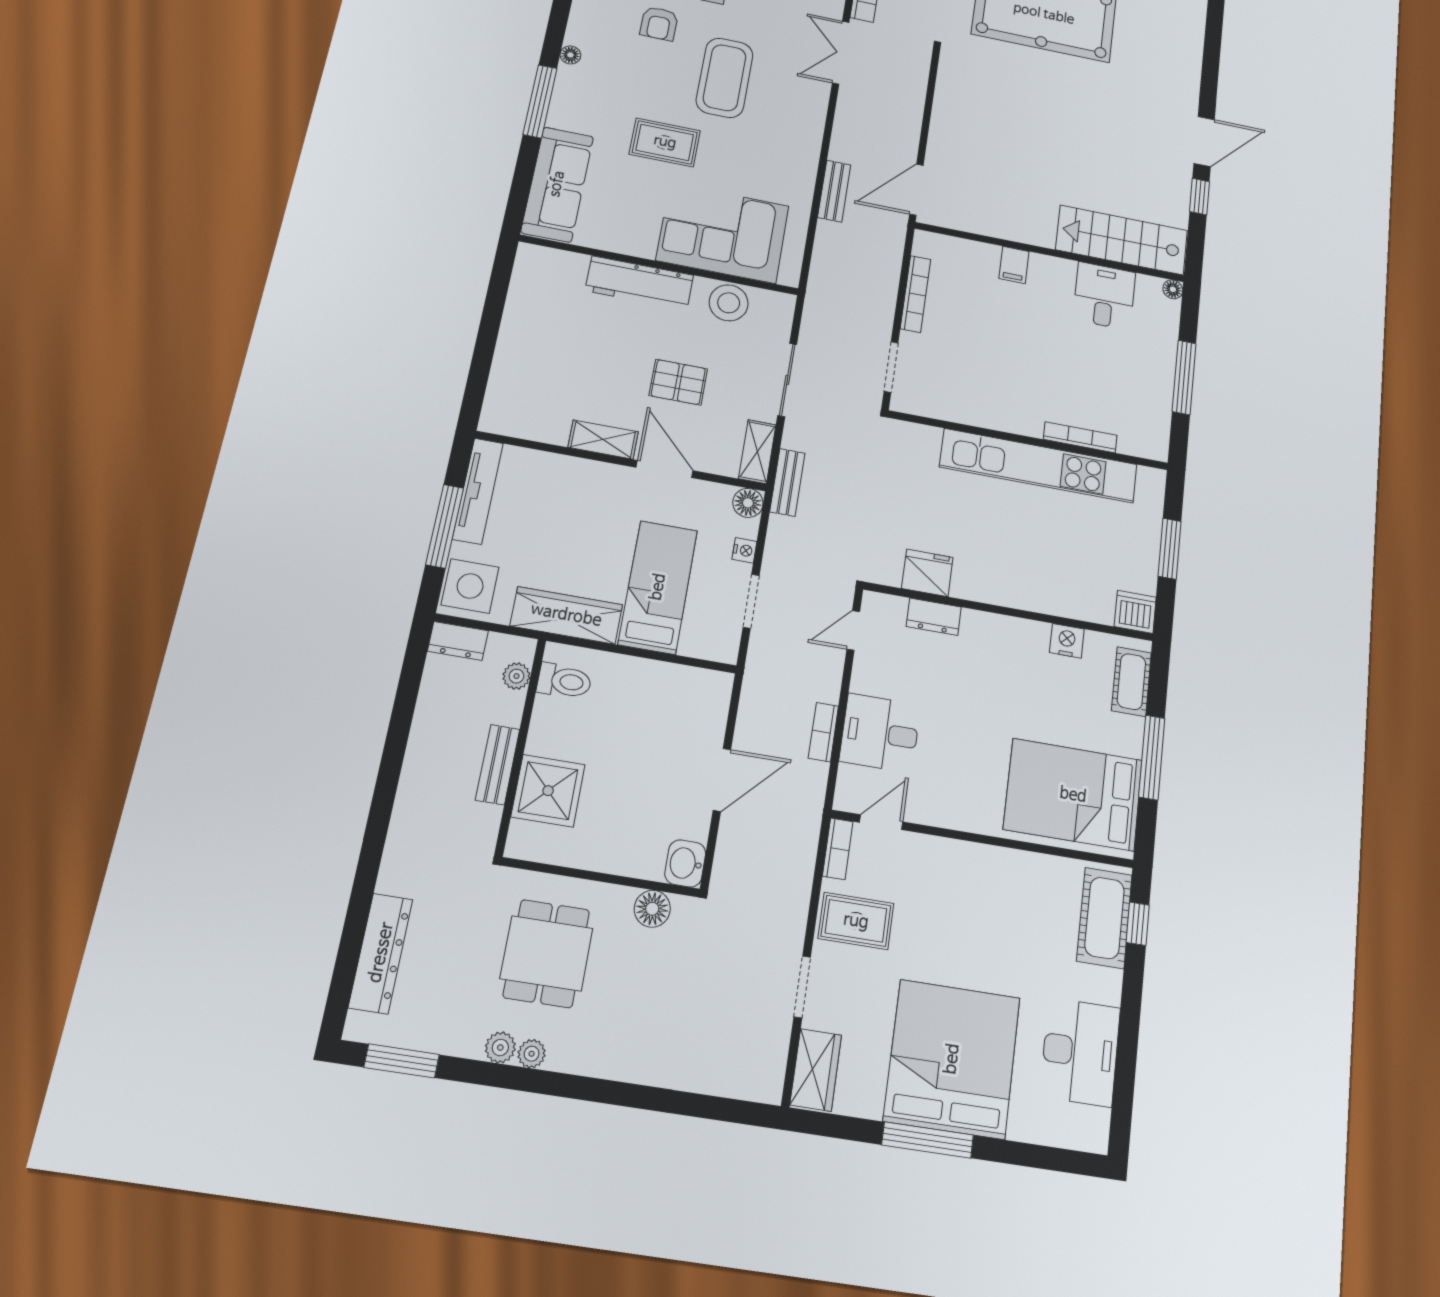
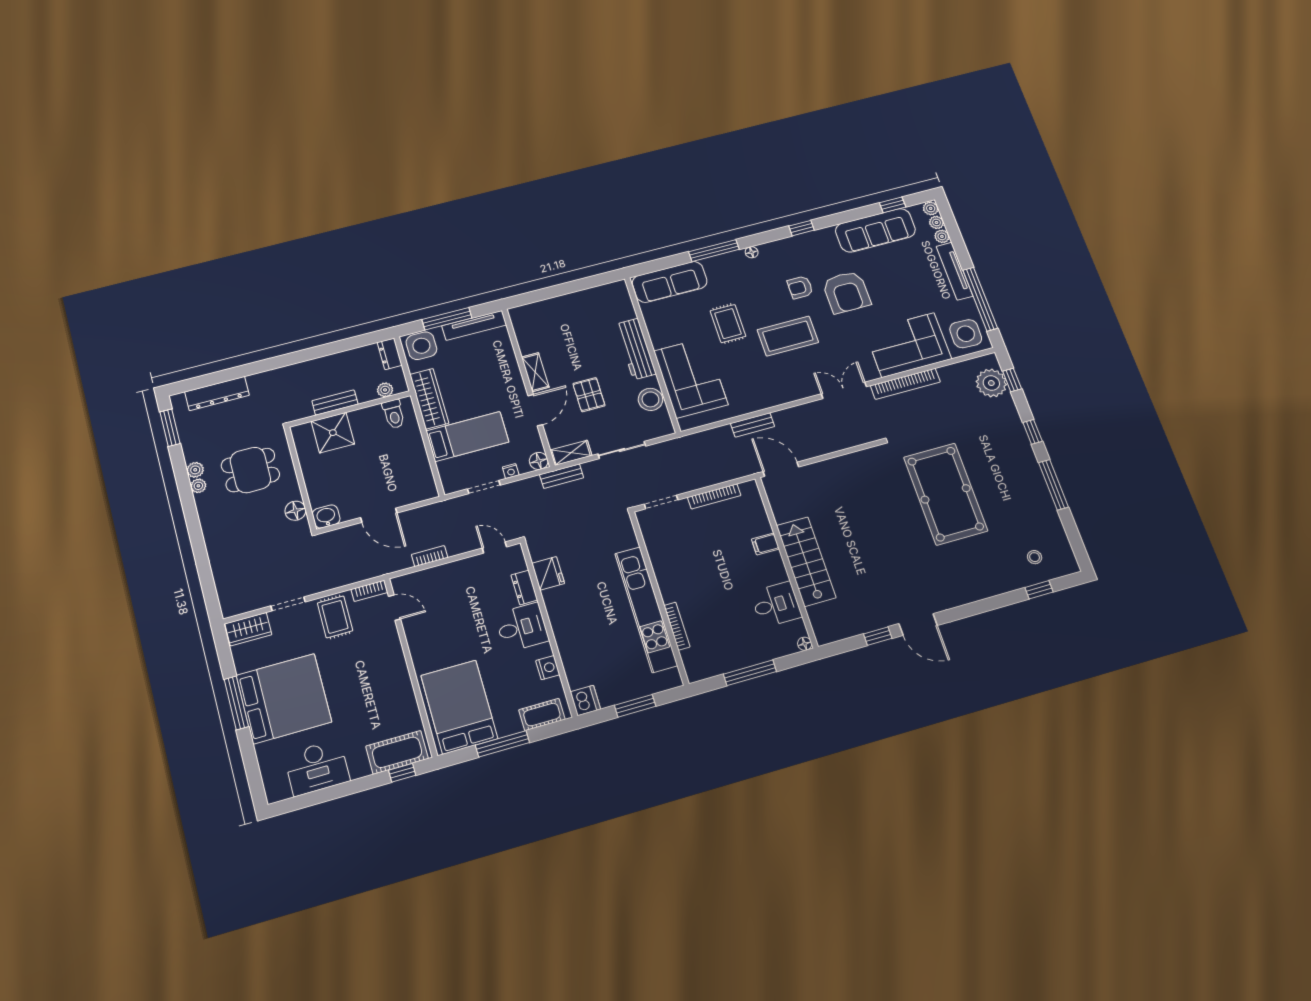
stairs: (1122, 240) -> (806, 562), moved
desk: (880, 733) -> (522, 627), moved, turned 90

